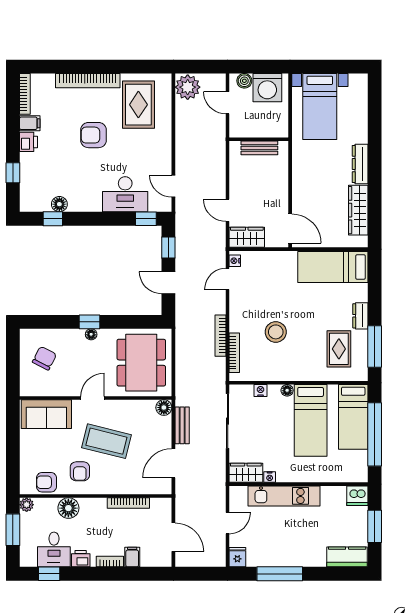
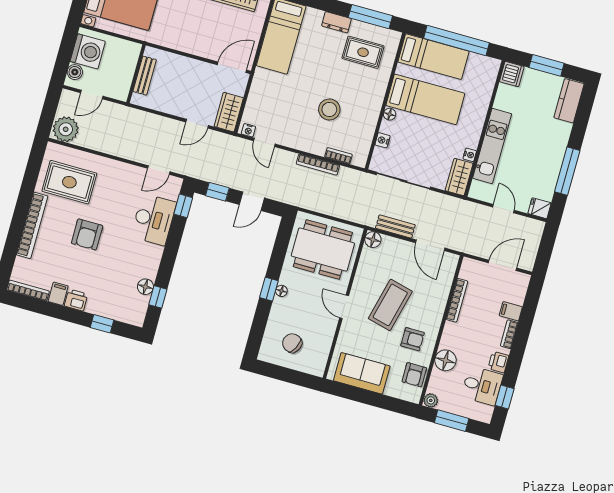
bookcase: (234, 353) -> (338, 156), width x0.64
sofa: (46, 414) -> (362, 373), moved, turned -90

